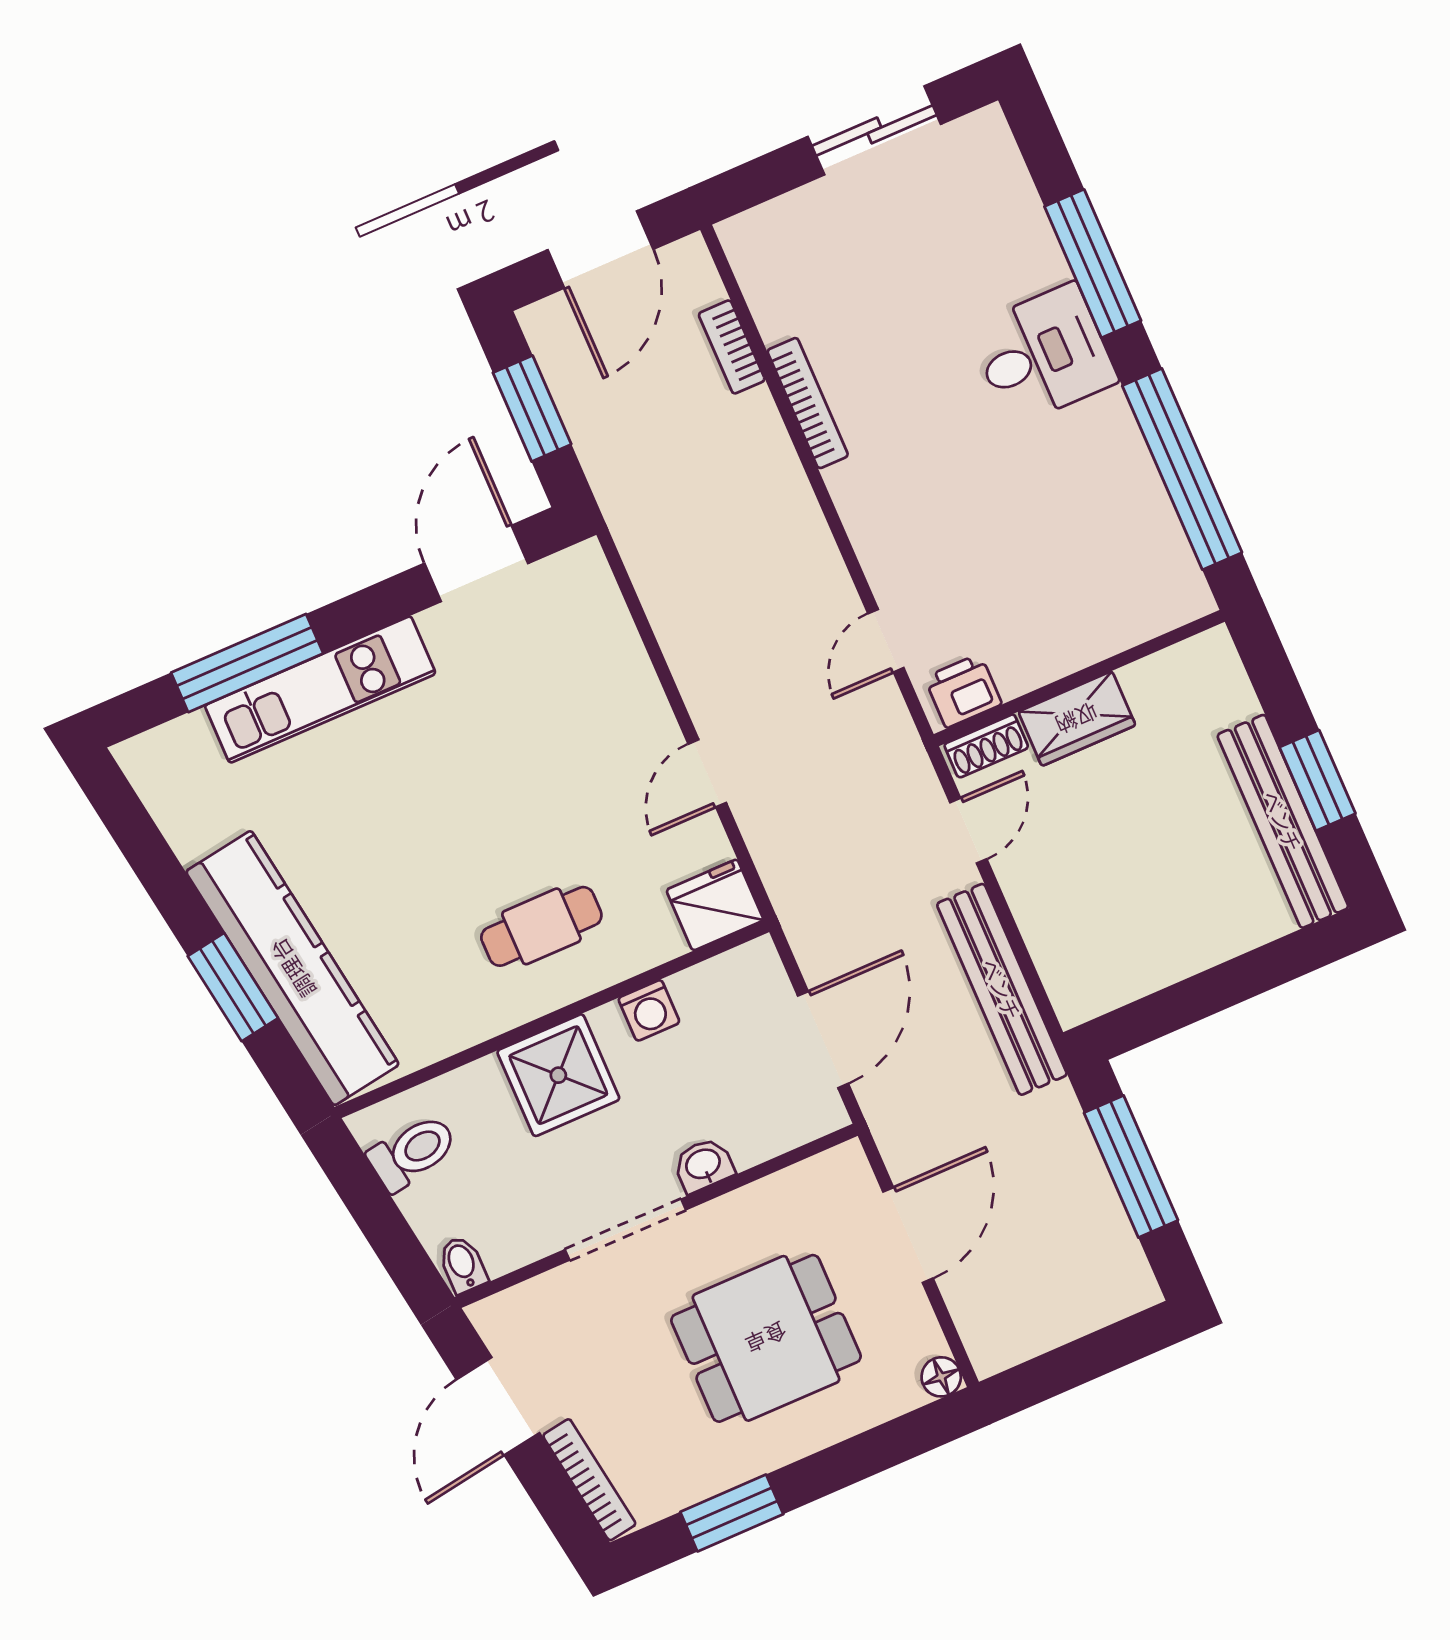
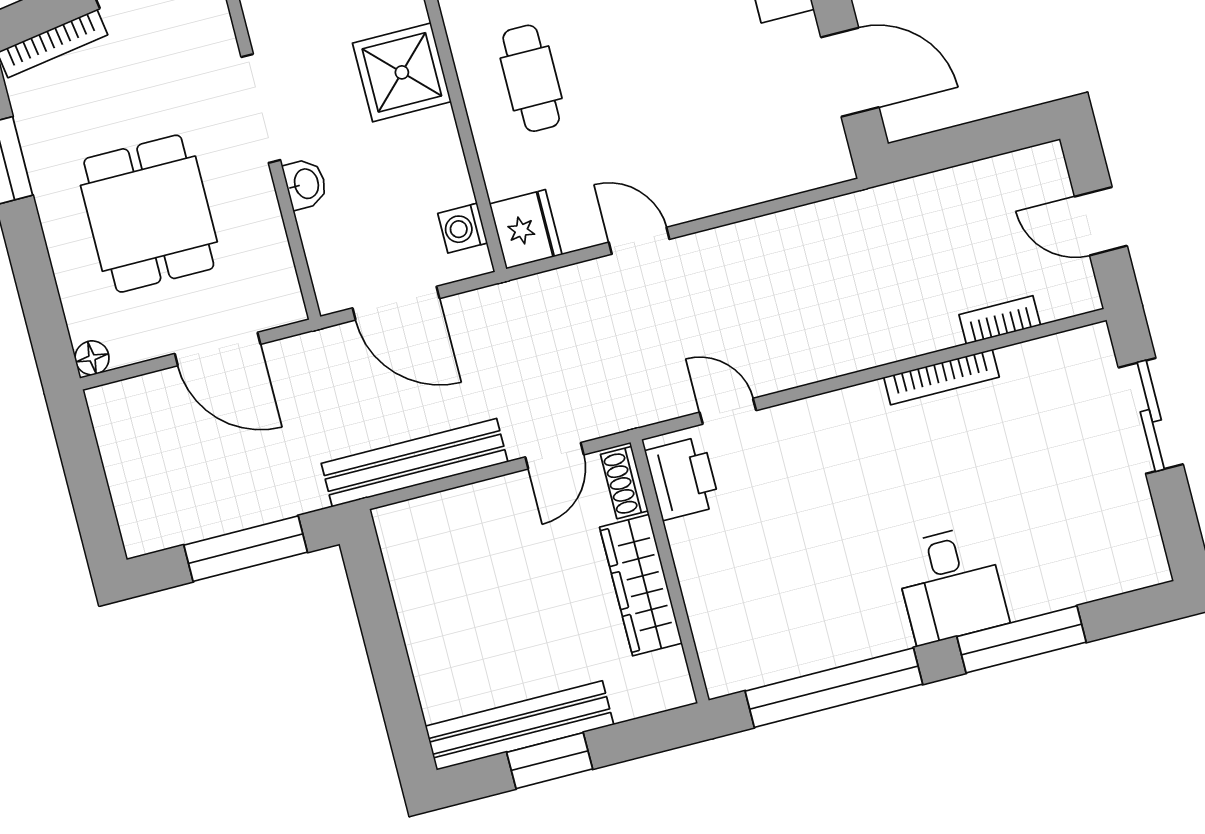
sliding door: (874, 130) -> (1151, 416), moved
door: (600, 250) -> (1101, 221), width x0.73
window: (532, 408) -> (974, 141), removed
printer: (963, 691) -> (683, 478), width x1.36, depth x1.24
wardrobe: (1077, 719) -> (641, 585), width x1.50
door: (968, 831) -> (554, 456), hinge flipped
washing machine: (649, 1010) -> (463, 228), moved

